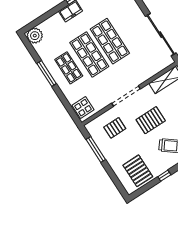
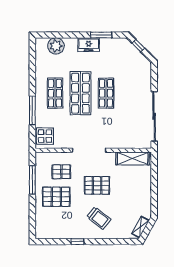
plant: (35, 36) -> (56, 46), moved
shop shelf: (110, 41) -> (106, 93), width x0.70, depth x0.74
window: (47, 74) -> (32, 110), moved
pallet: (138, 171) -> (56, 197), moved, turned 90

